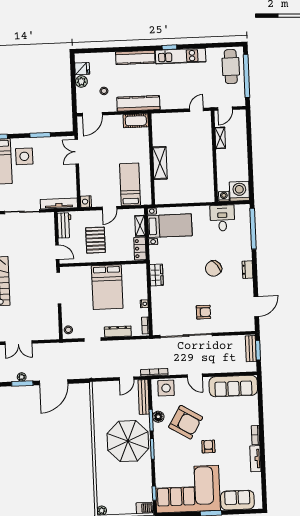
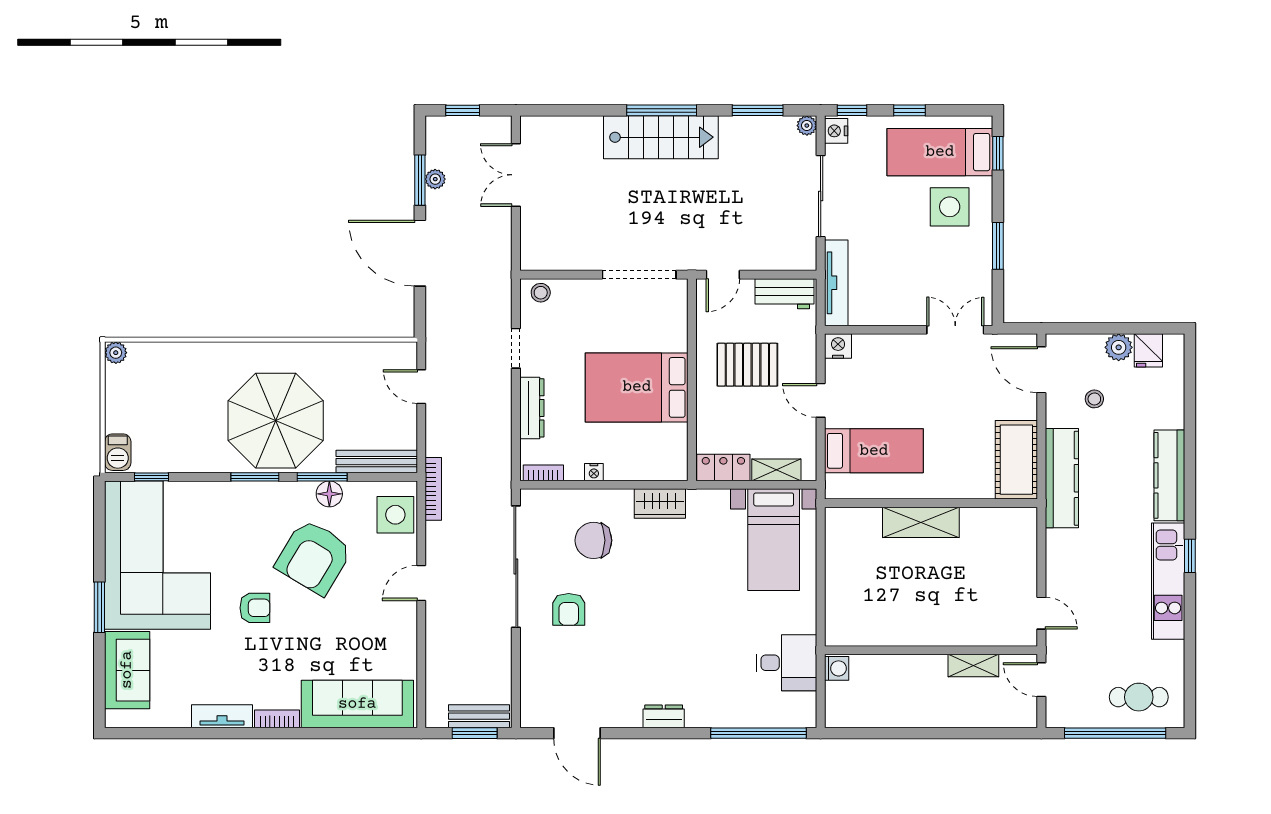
cafe table: (231, 67) -> (1139, 697), width x0.73, depth x0.74
cot: (136, 121) -> (1016, 460), width x1.37, depth x1.34
washing machine: (239, 191) -> (847, 705), removed
chair: (214, 268) -> (593, 540), moved, turned -53
door: (127, 379) -> (421, 387), moved
sofa: (233, 386) -> (357, 704), moved, turned 90

